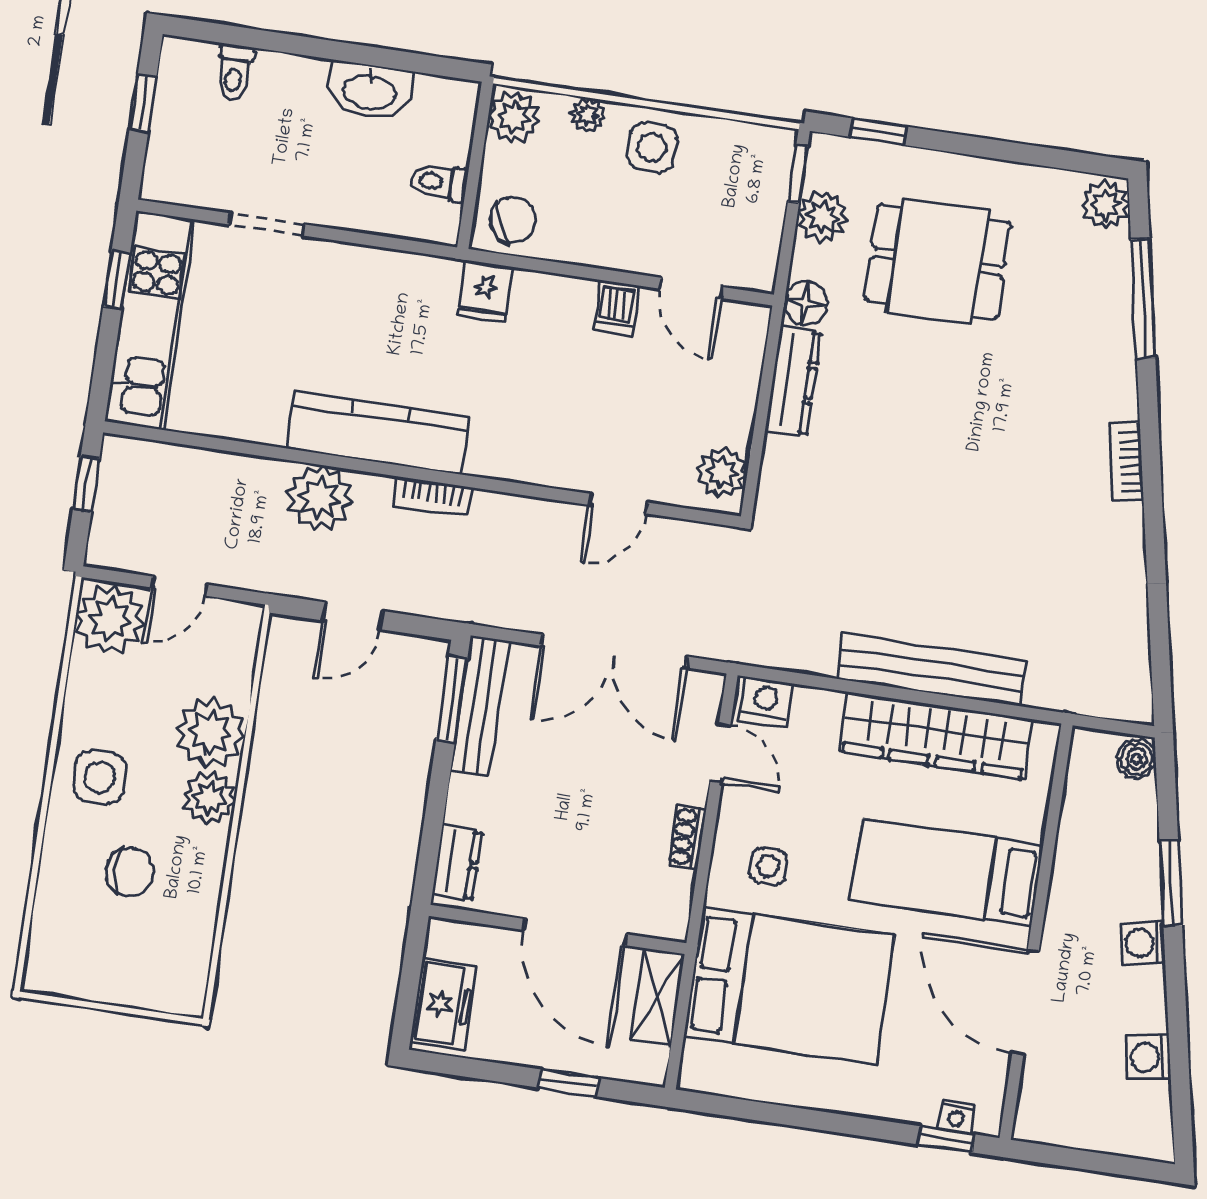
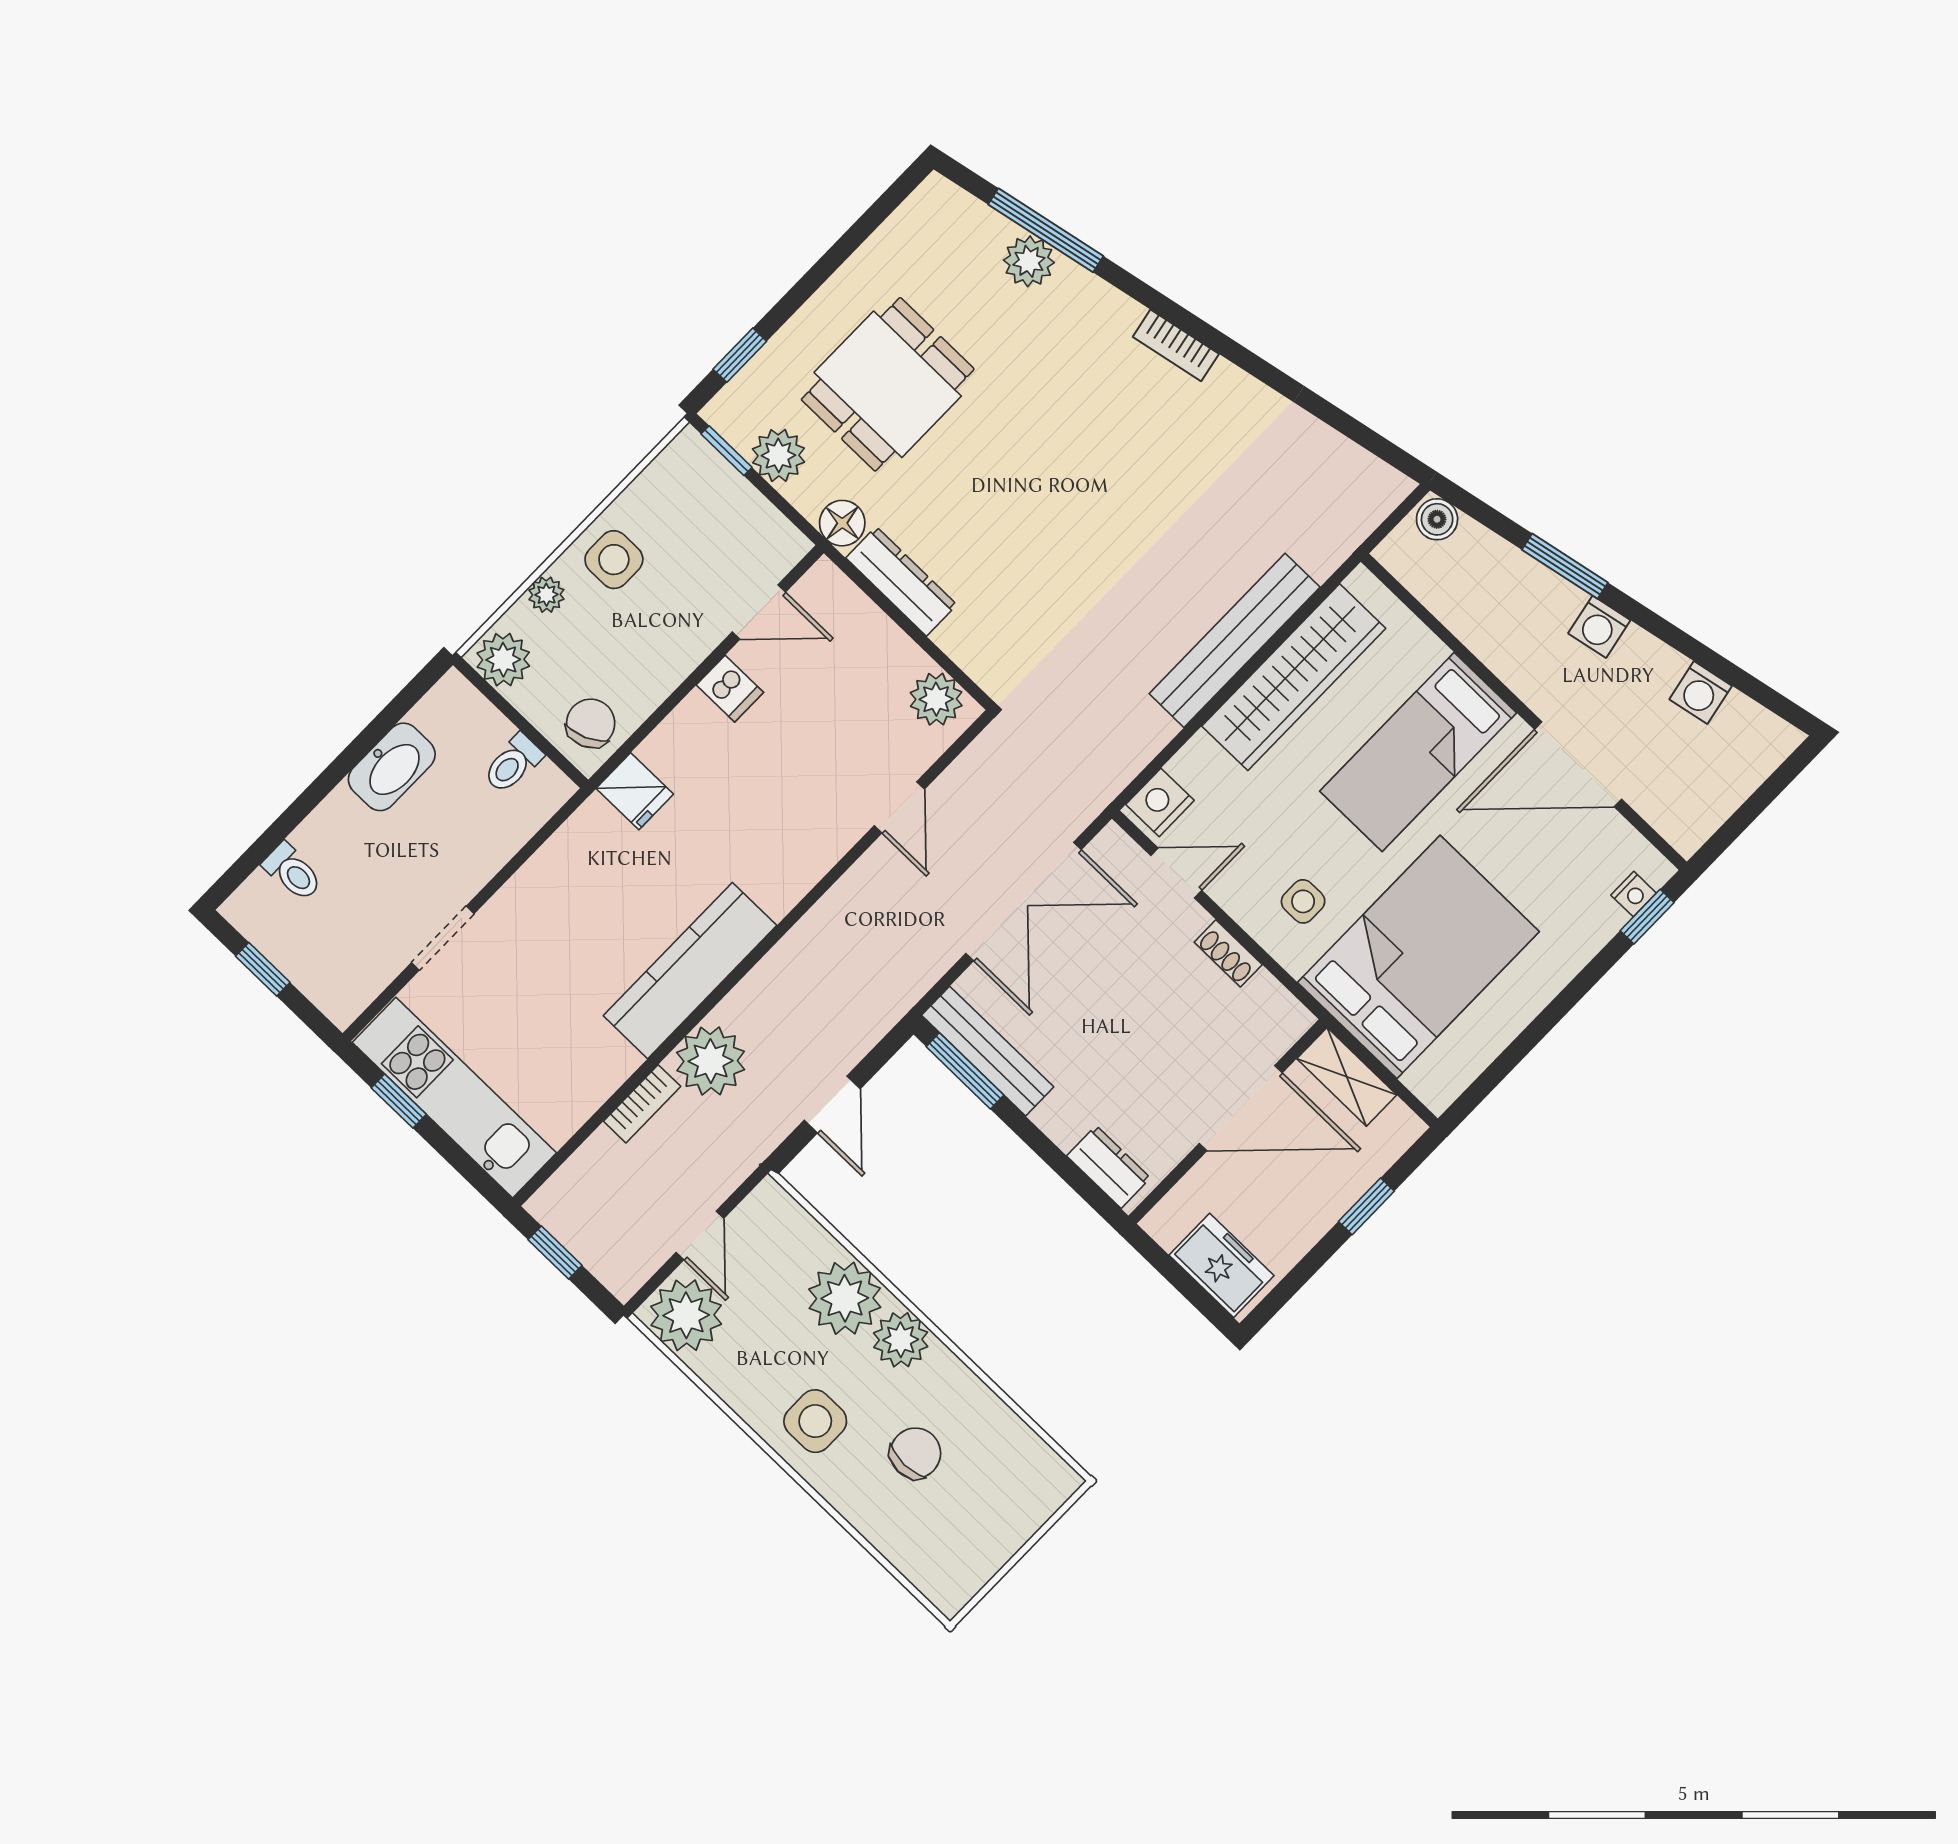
plant: (1105, 205) -> (1029, 261), moved
bookcase: (432, 496) -> (642, 1104), moved

